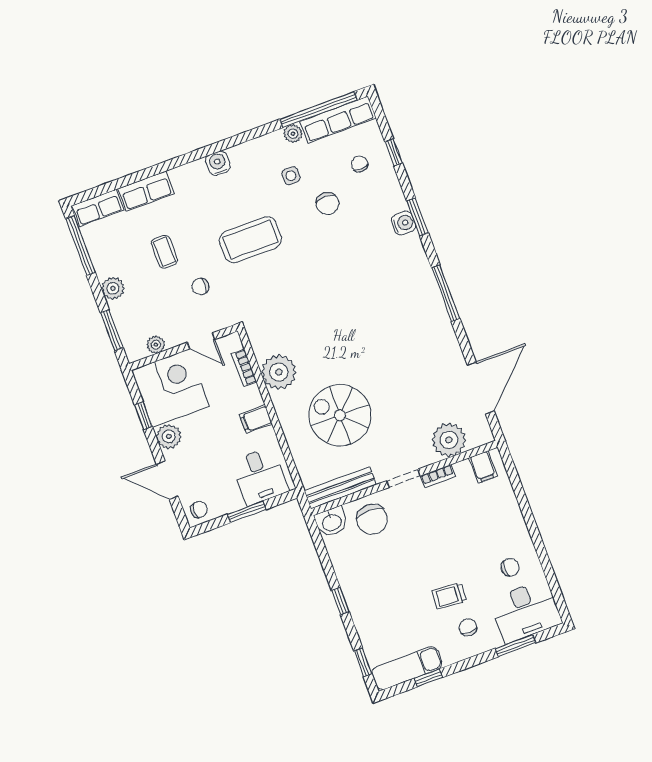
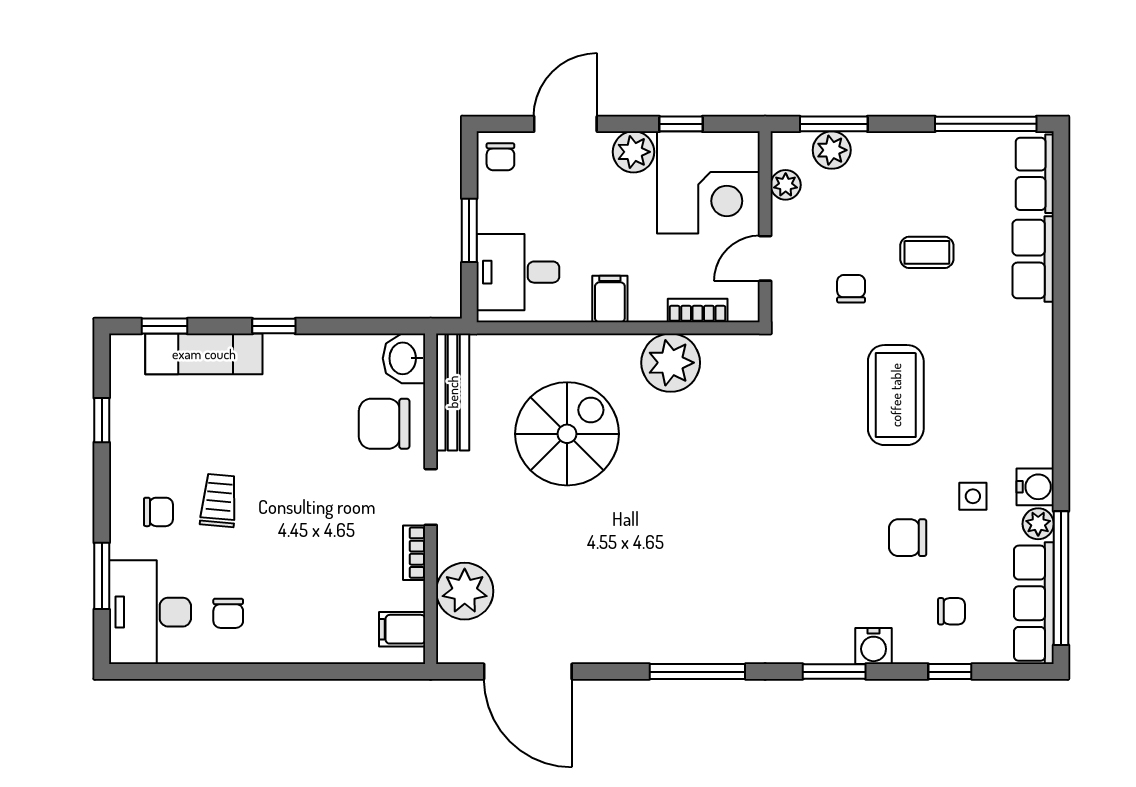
water cooler: (218, 163) -> (1035, 487), moved
water cooler: (404, 223) -> (874, 646), moved
plant: (113, 288) -> (832, 150), moved
exam couch: (407, 668) -> (204, 354), moved, turned 90

